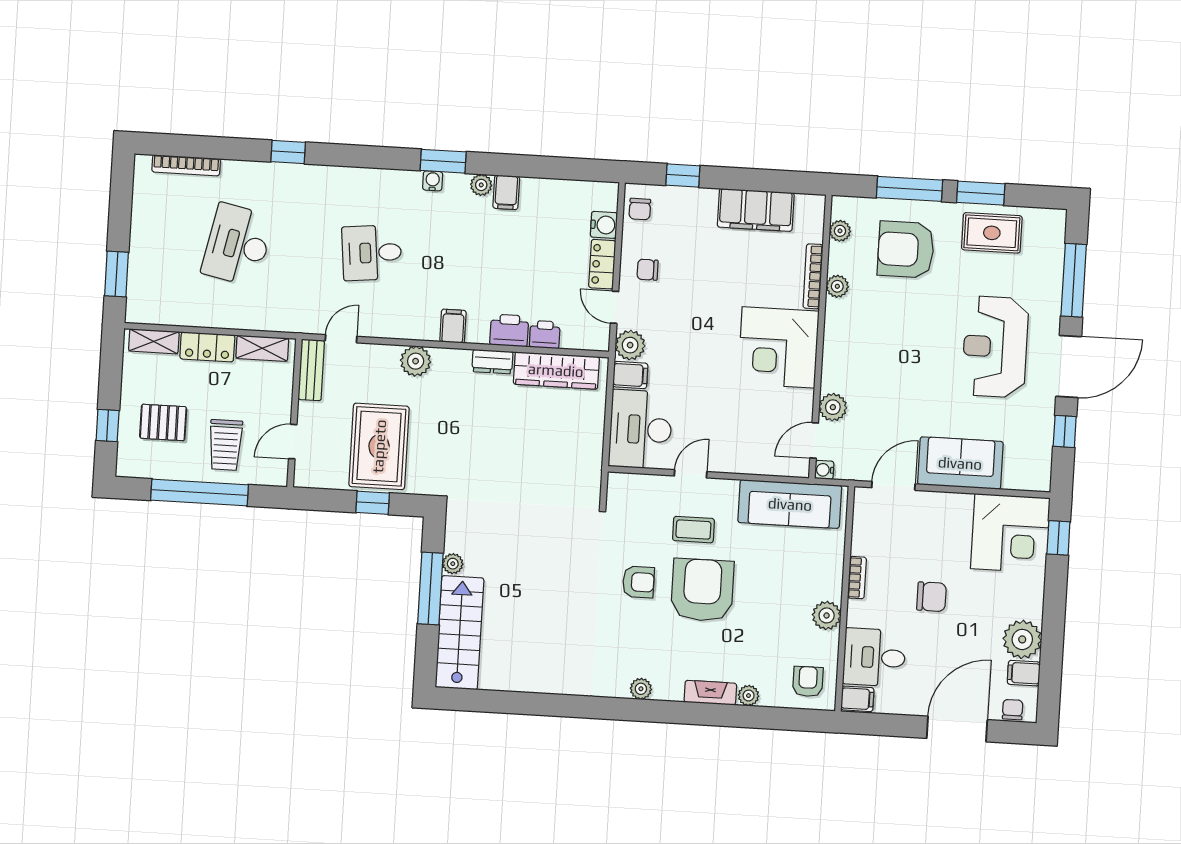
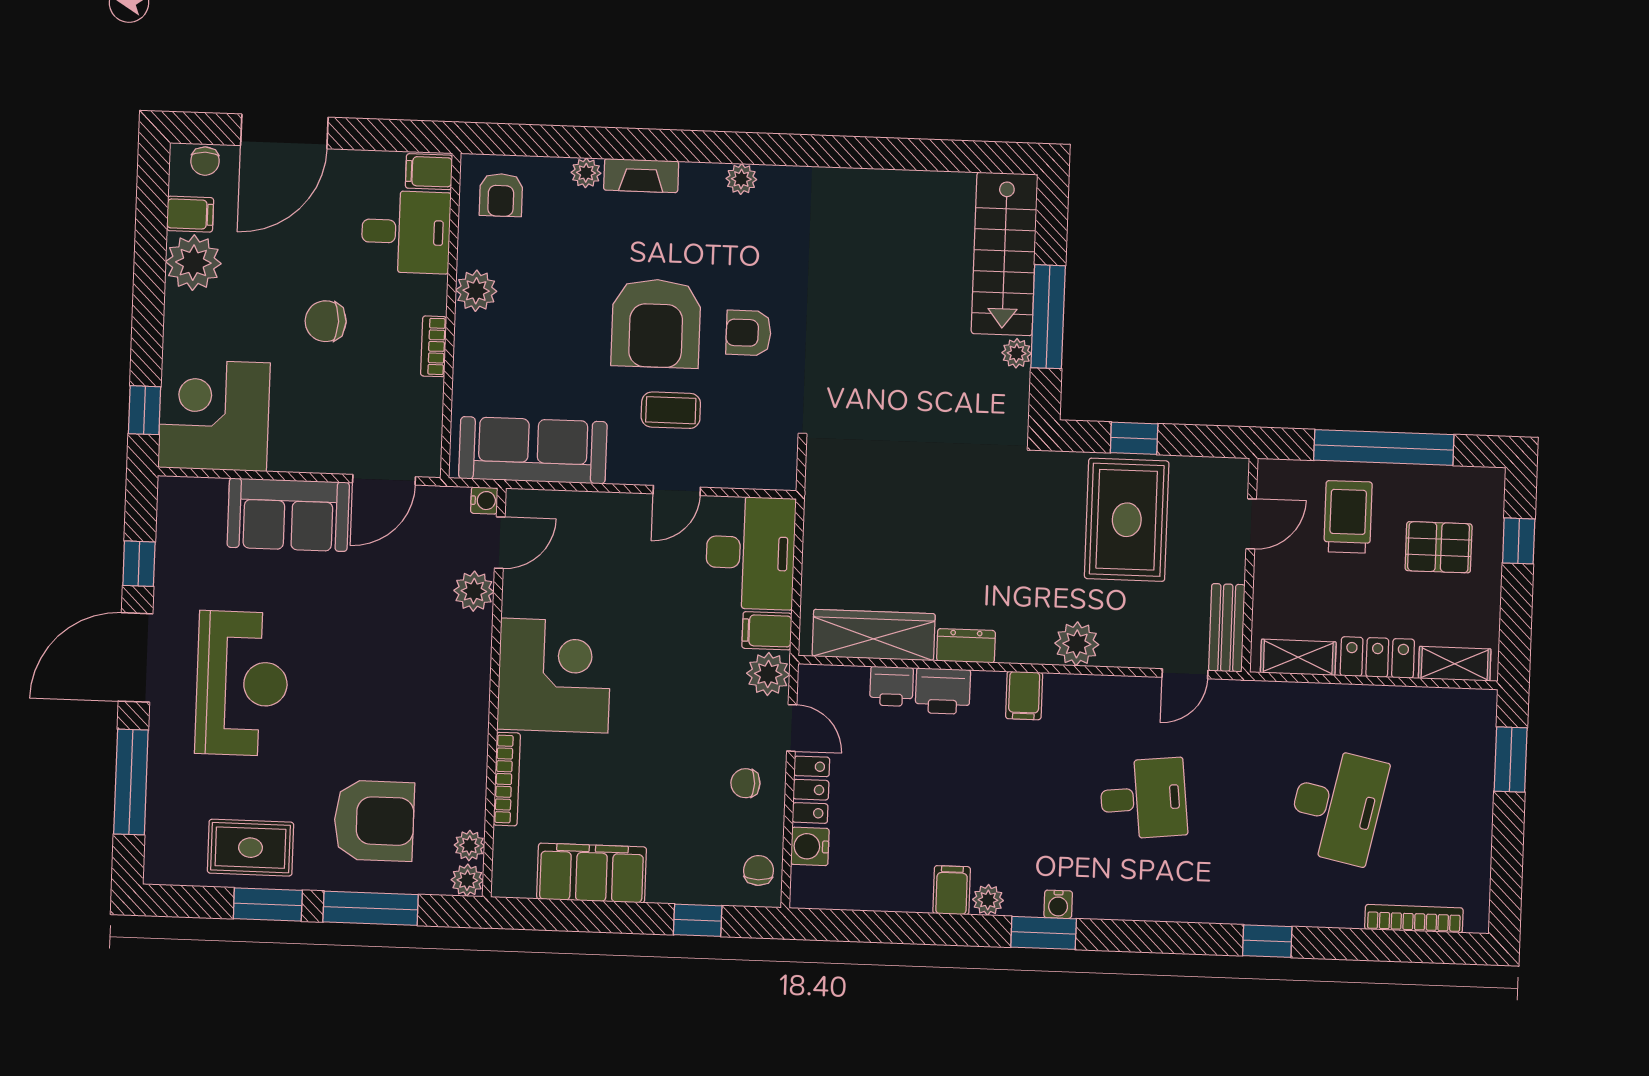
chair: (648, 270) -> (745, 783), turned 180
plant: (837, 286) -> (467, 880), moved

